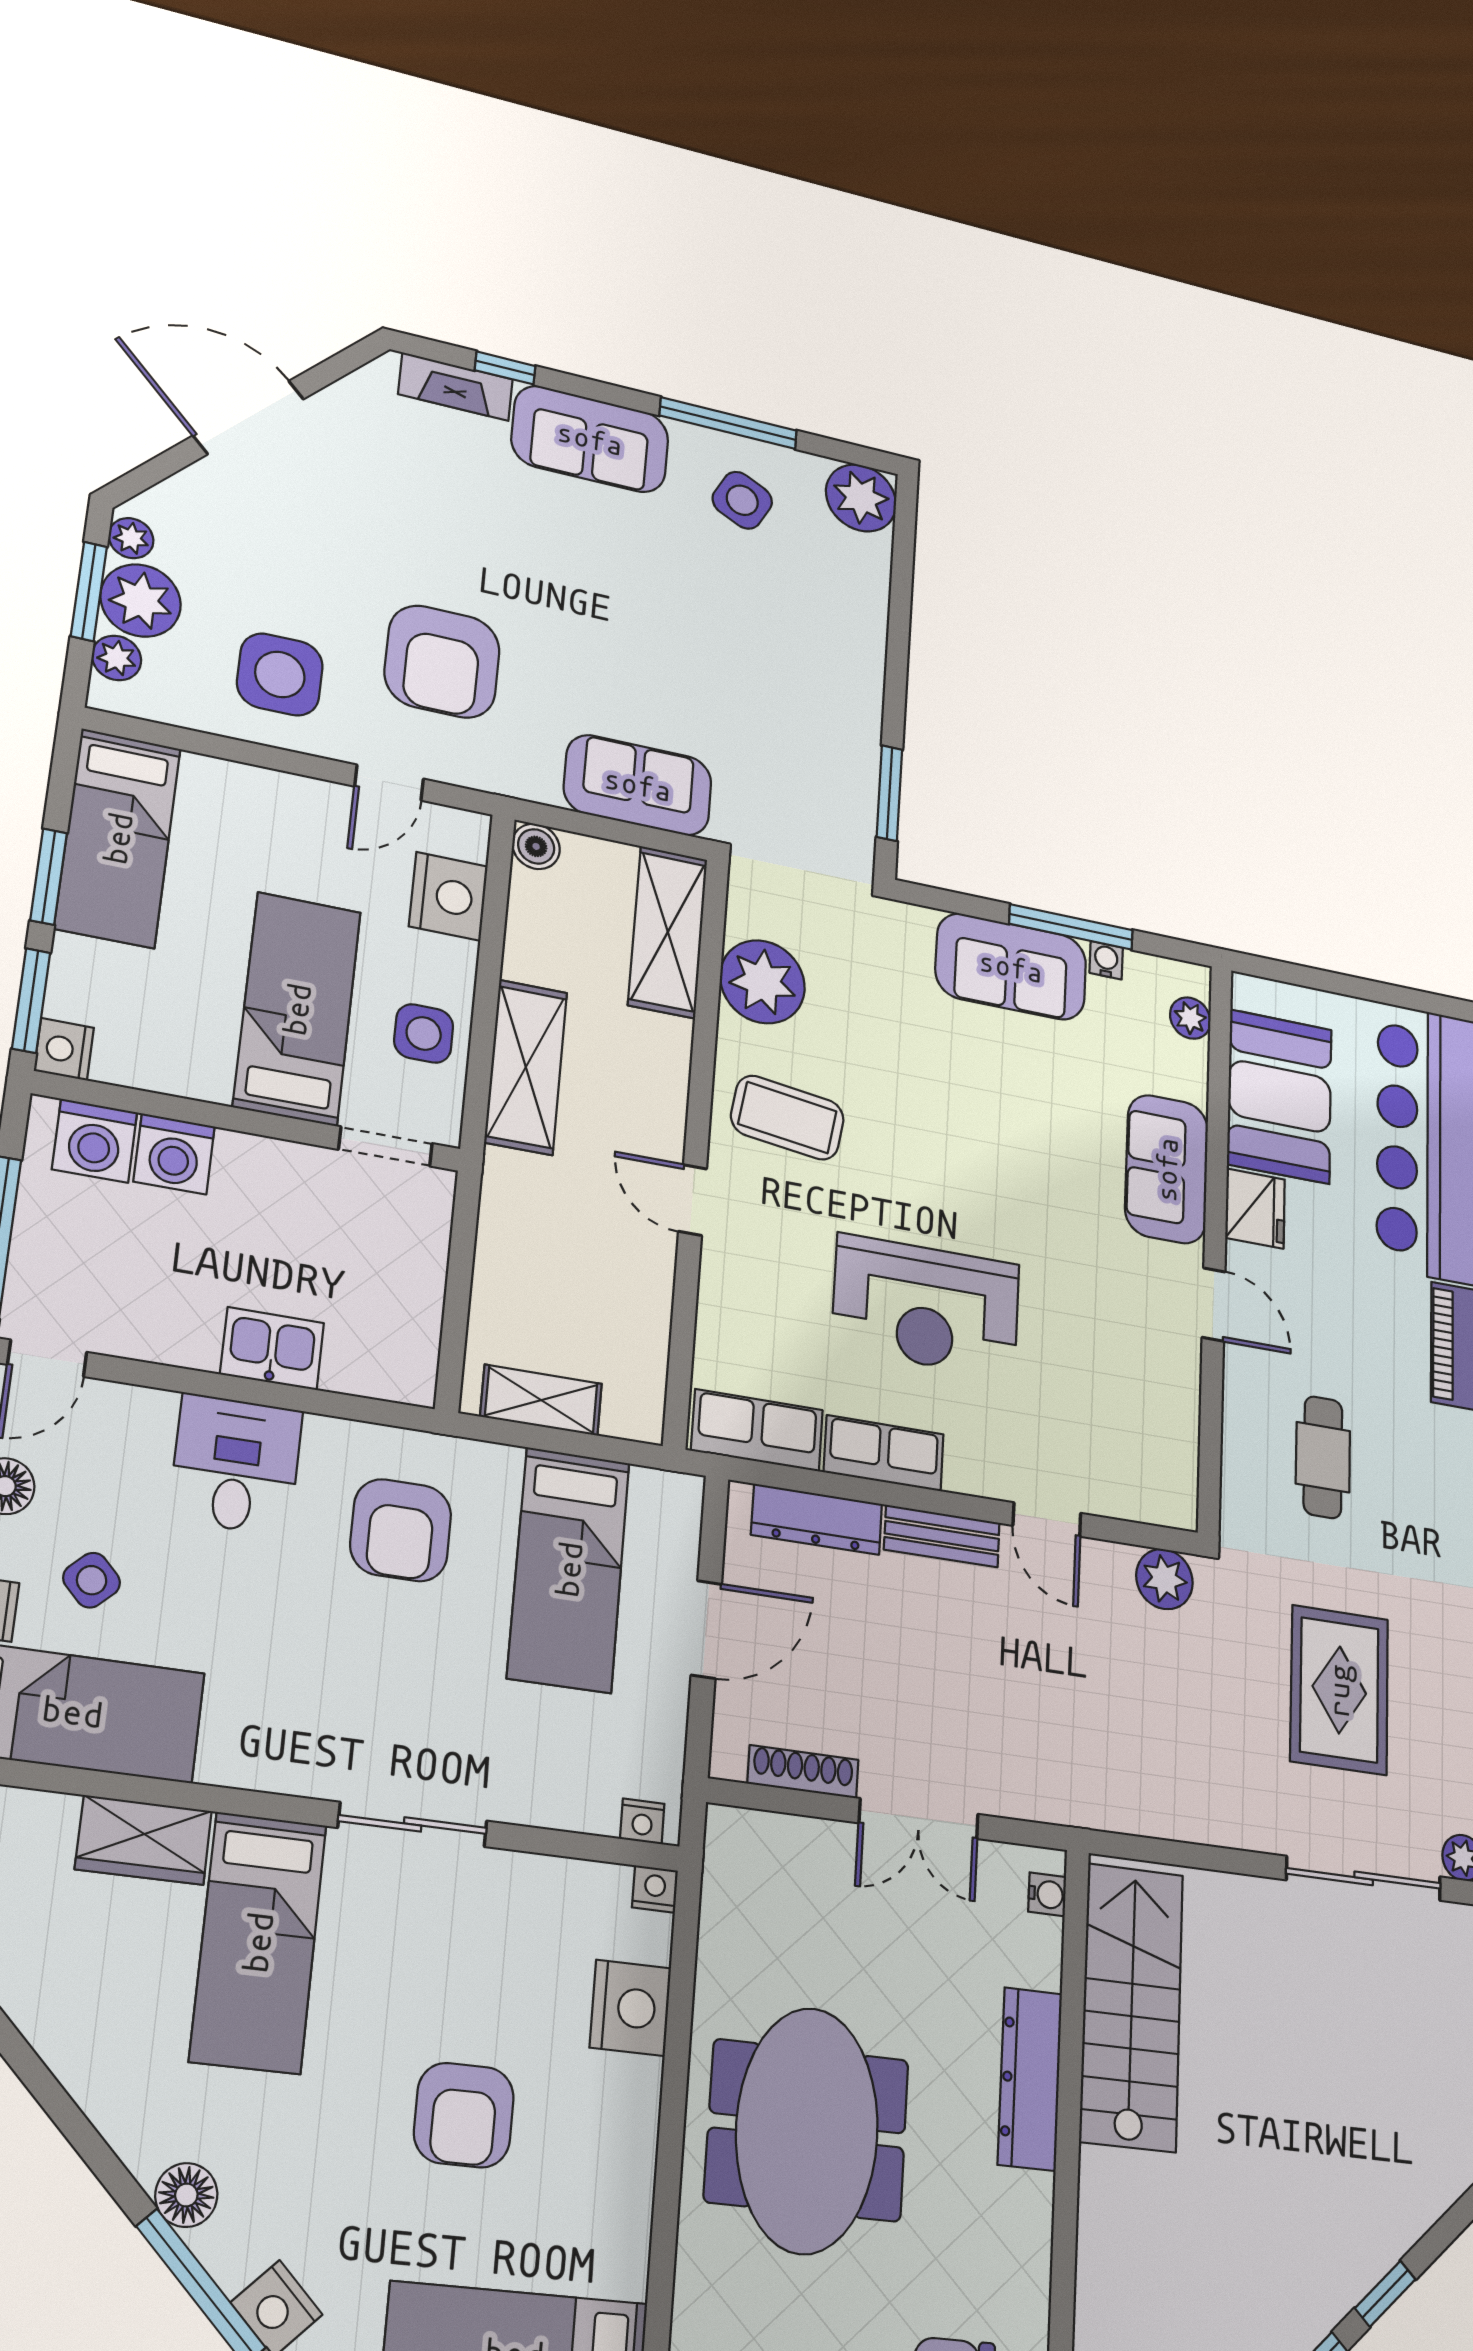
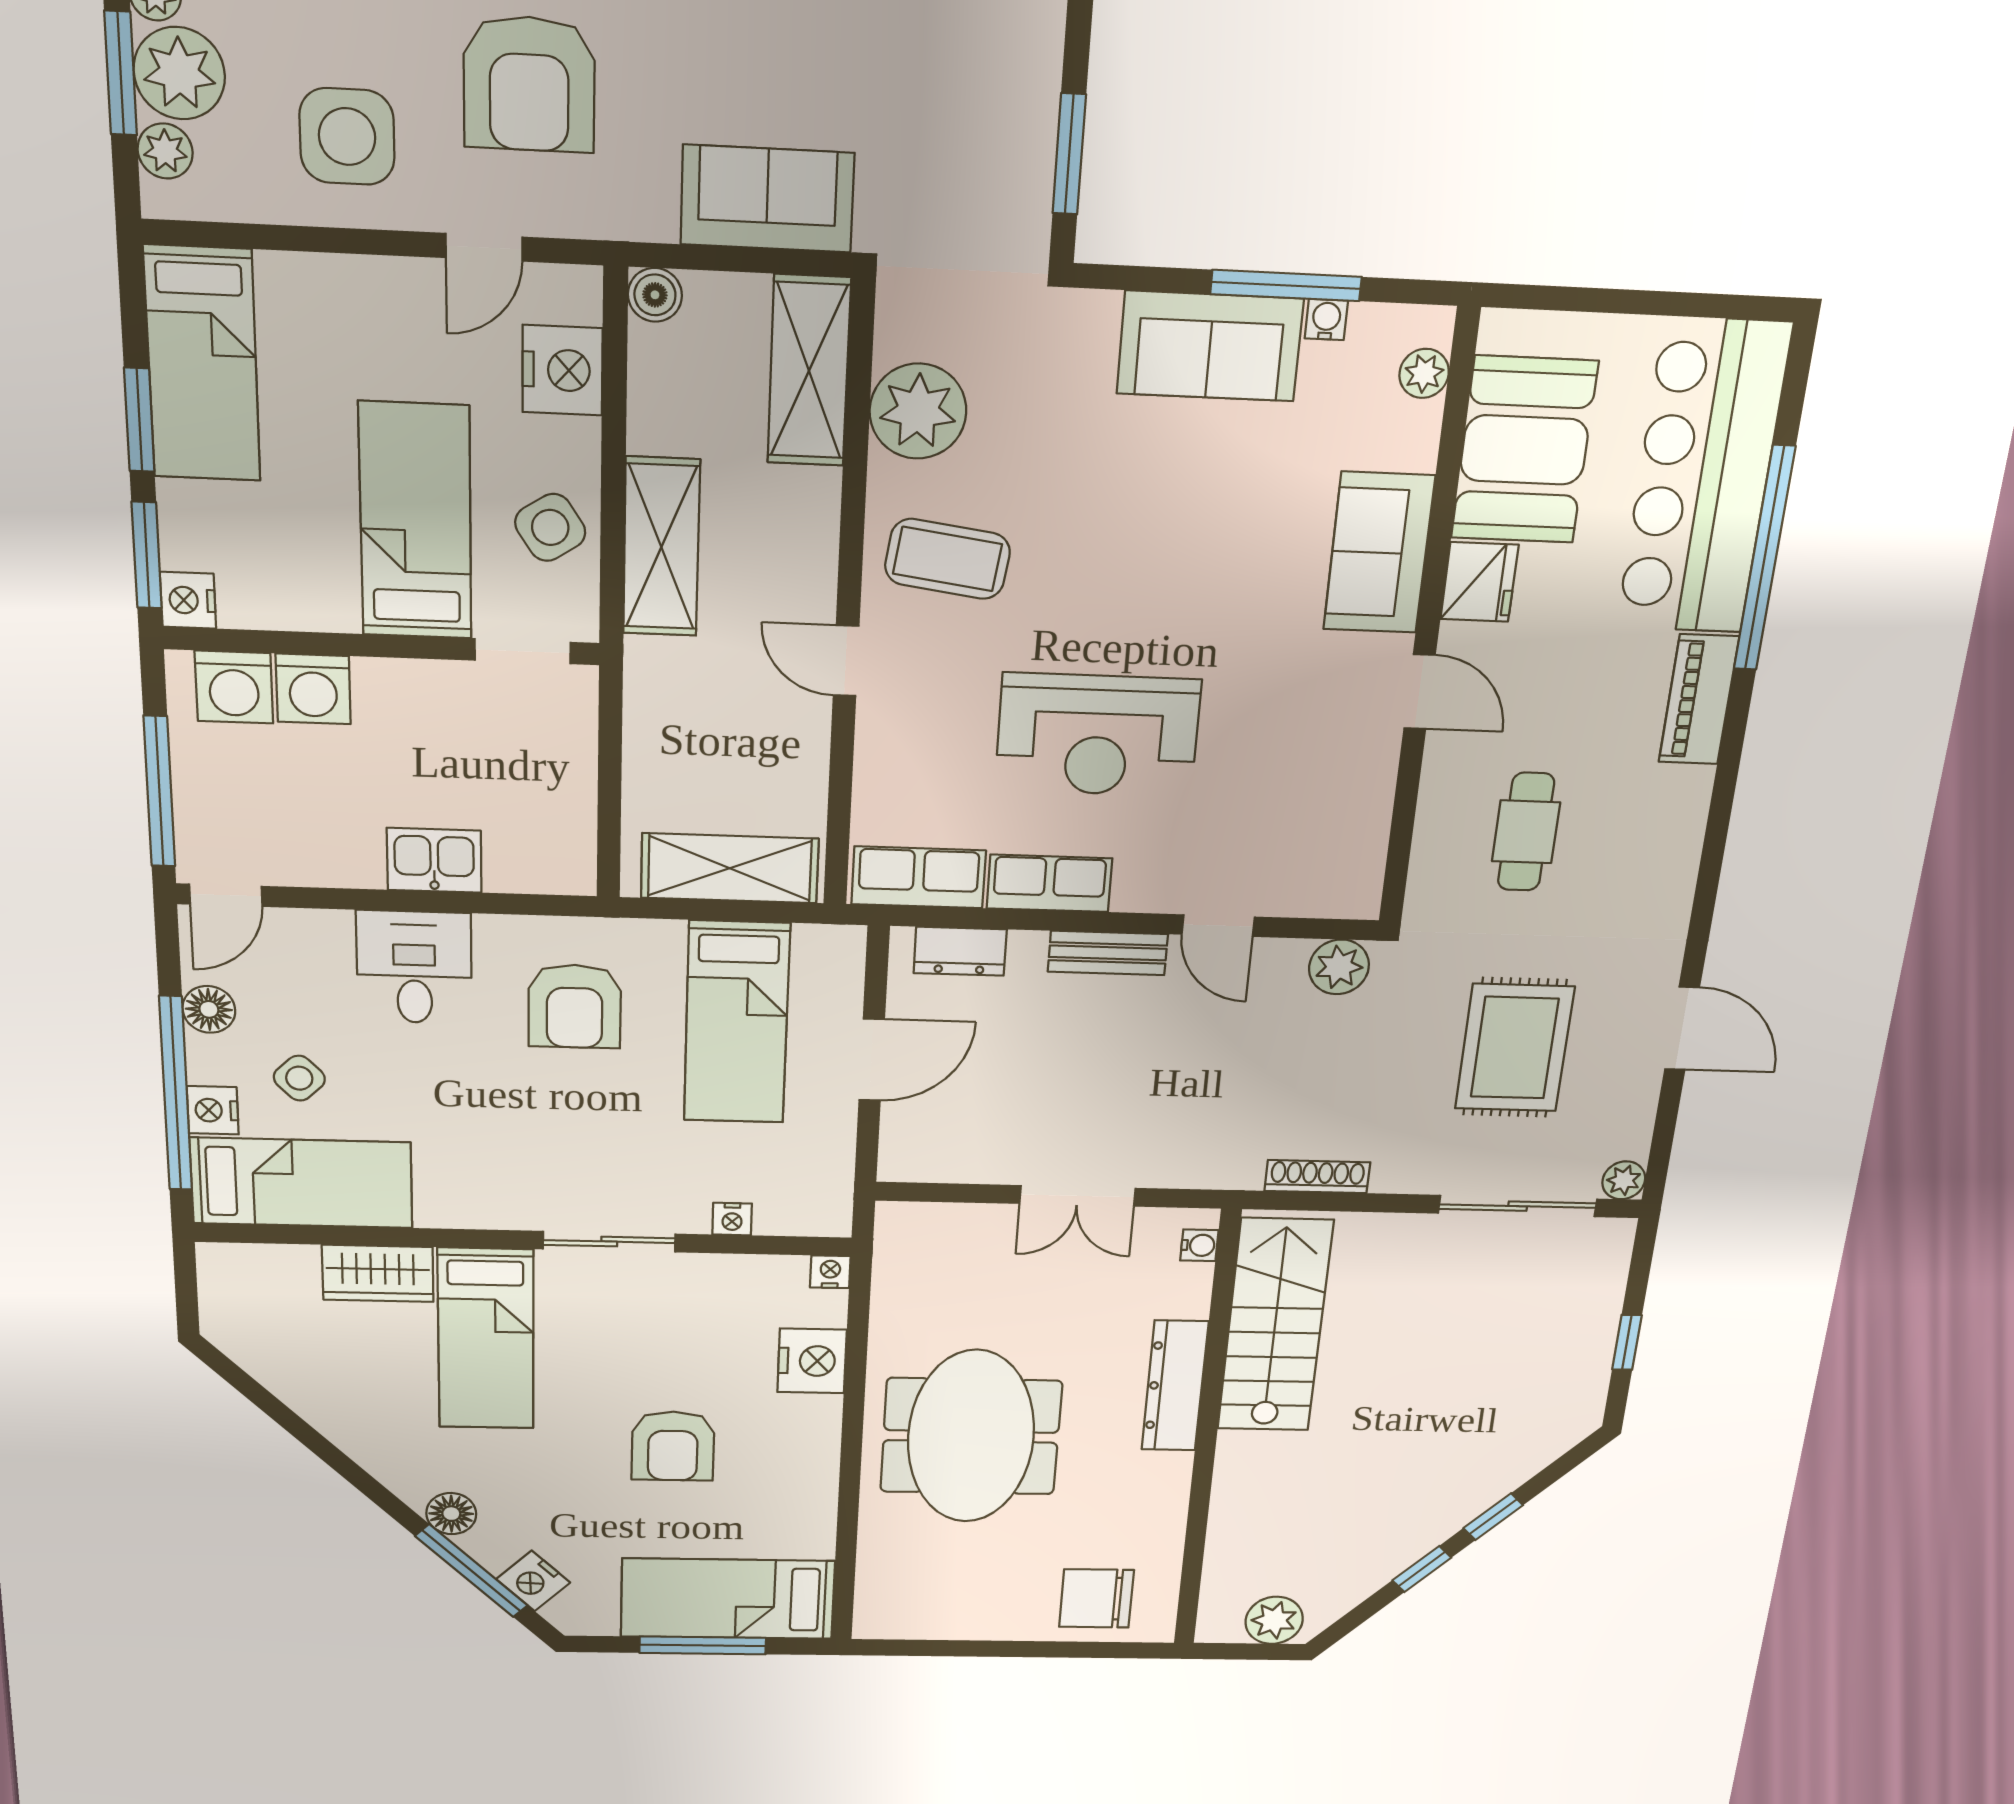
side table: (424, 1033) -> (550, 527), turned -33
shelving: (541, 1400) -> (730, 868), width x1.50, depth x1.33
dresser: (817, 1519) -> (960, 951), width x0.70
shoe rack: (803, 1772) -> (1317, 1177), moved
nightstand: (642, 1821) -> (732, 1219), moved

